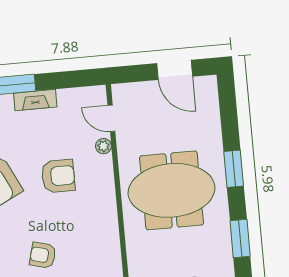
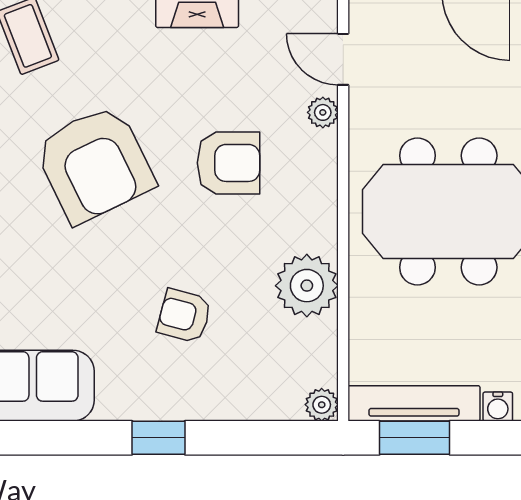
plant: (103, 234) -> (307, 286), added

